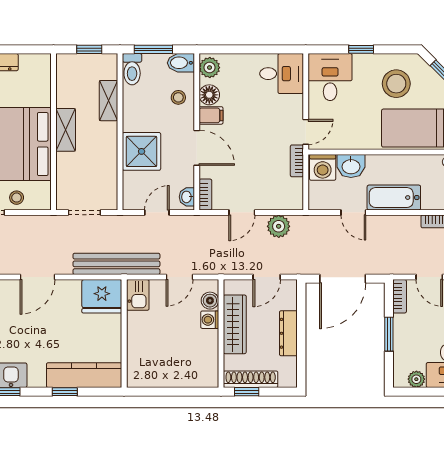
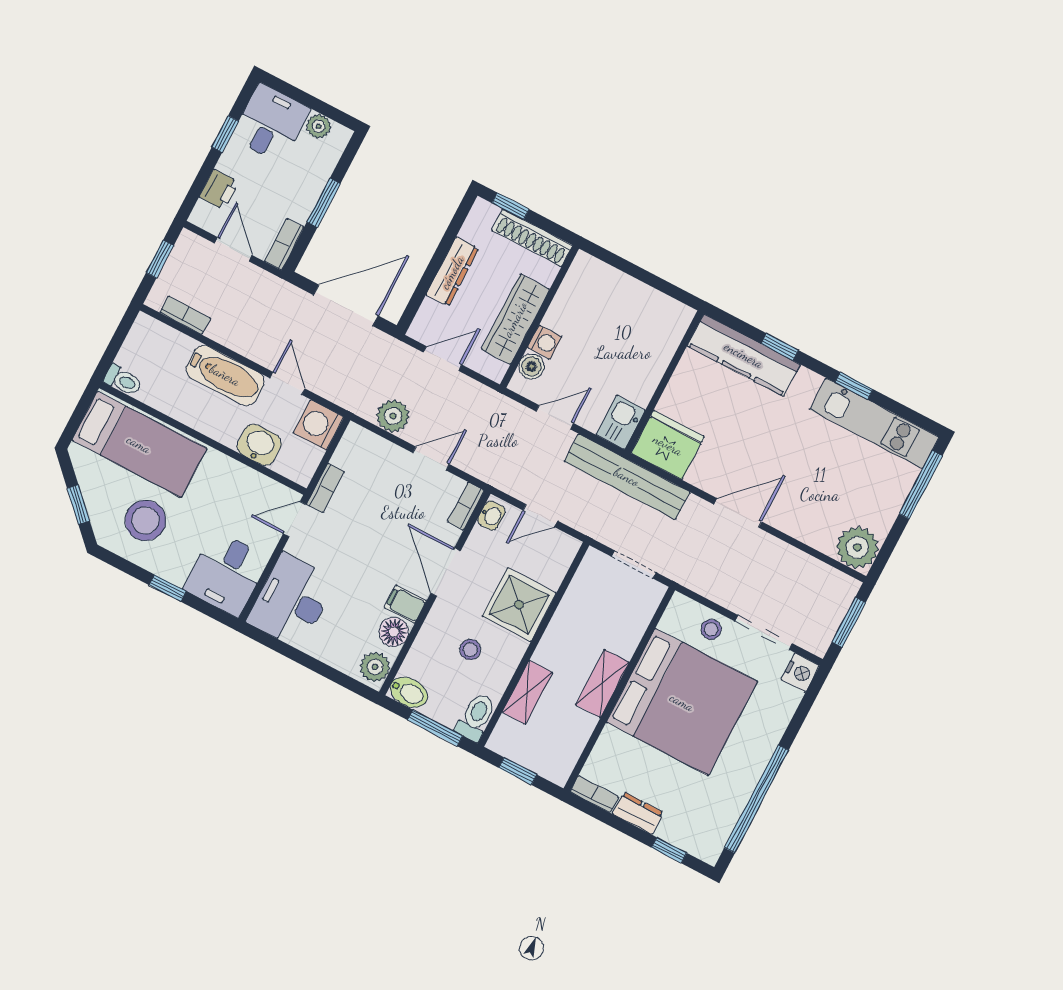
bookcase: (35, 60) -> (594, 794), added
desk: (282, 74) -> (291, 601), width x1.37
stool: (178, 97) -> (470, 650), moved
washing machine: (323, 167) -> (319, 425), moved, turned -90
window: (247, 392) -> (510, 206), moved

